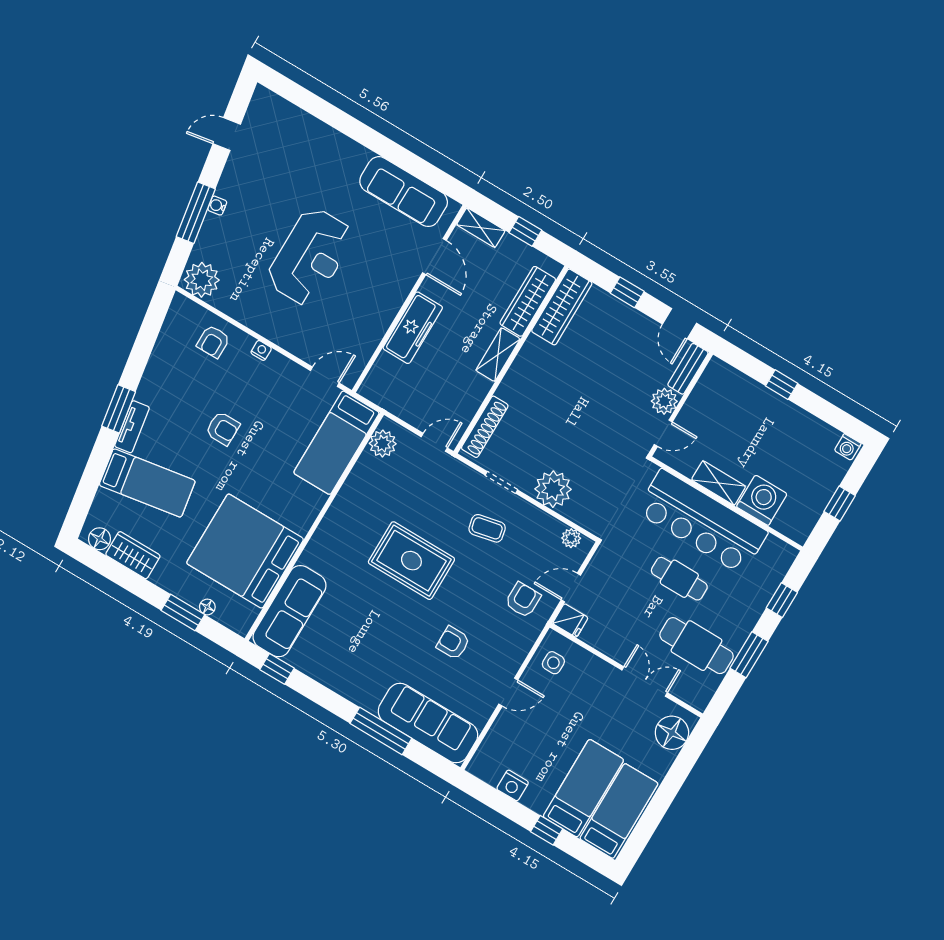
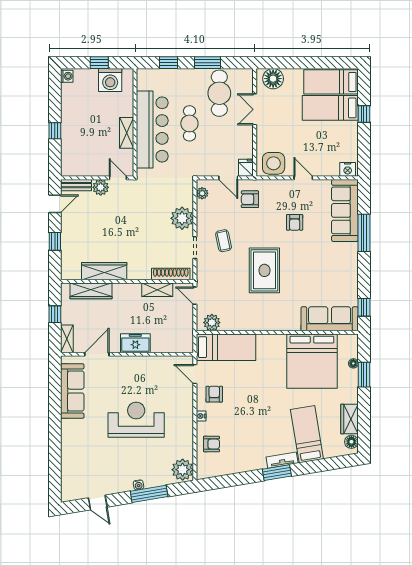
wardrobe: (562, 307) -> (104, 271), moved
freezer: (413, 328) -> (135, 343), width x0.71
shelving: (498, 355) -> (157, 290), moved
armchair: (223, 429) -> (214, 394), moved
washing machine: (762, 500) -> (110, 80), moved, turned -90
side table: (553, 663) -> (274, 163), width x1.87, depth x1.87
nightstand: (513, 785) -> (348, 169), moved, turned 90

